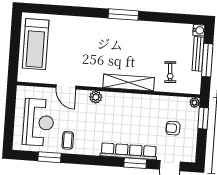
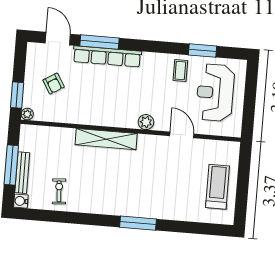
window: (123, 15) -> (138, 223), moved
treadmill: (36, 44) -> (218, 187), width x0.73, depth x0.73
exercise bike: (170, 72) -> (59, 191), moved
armchair: (173, 128) -> (54, 84), turned 59
window: (135, 163) -> (100, 42), width x1.44

